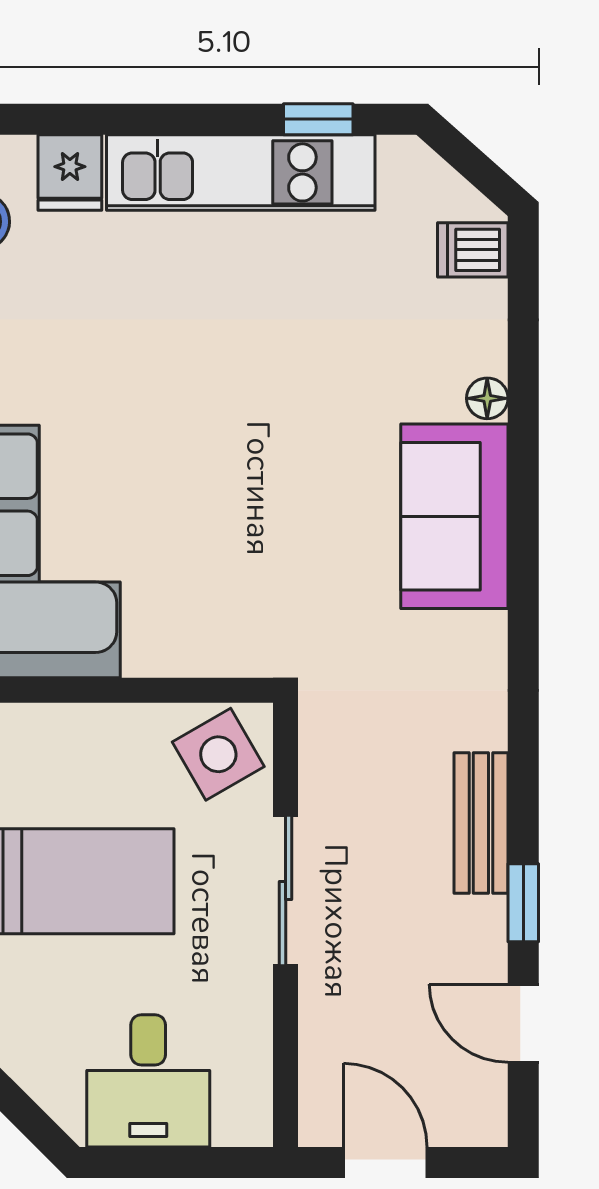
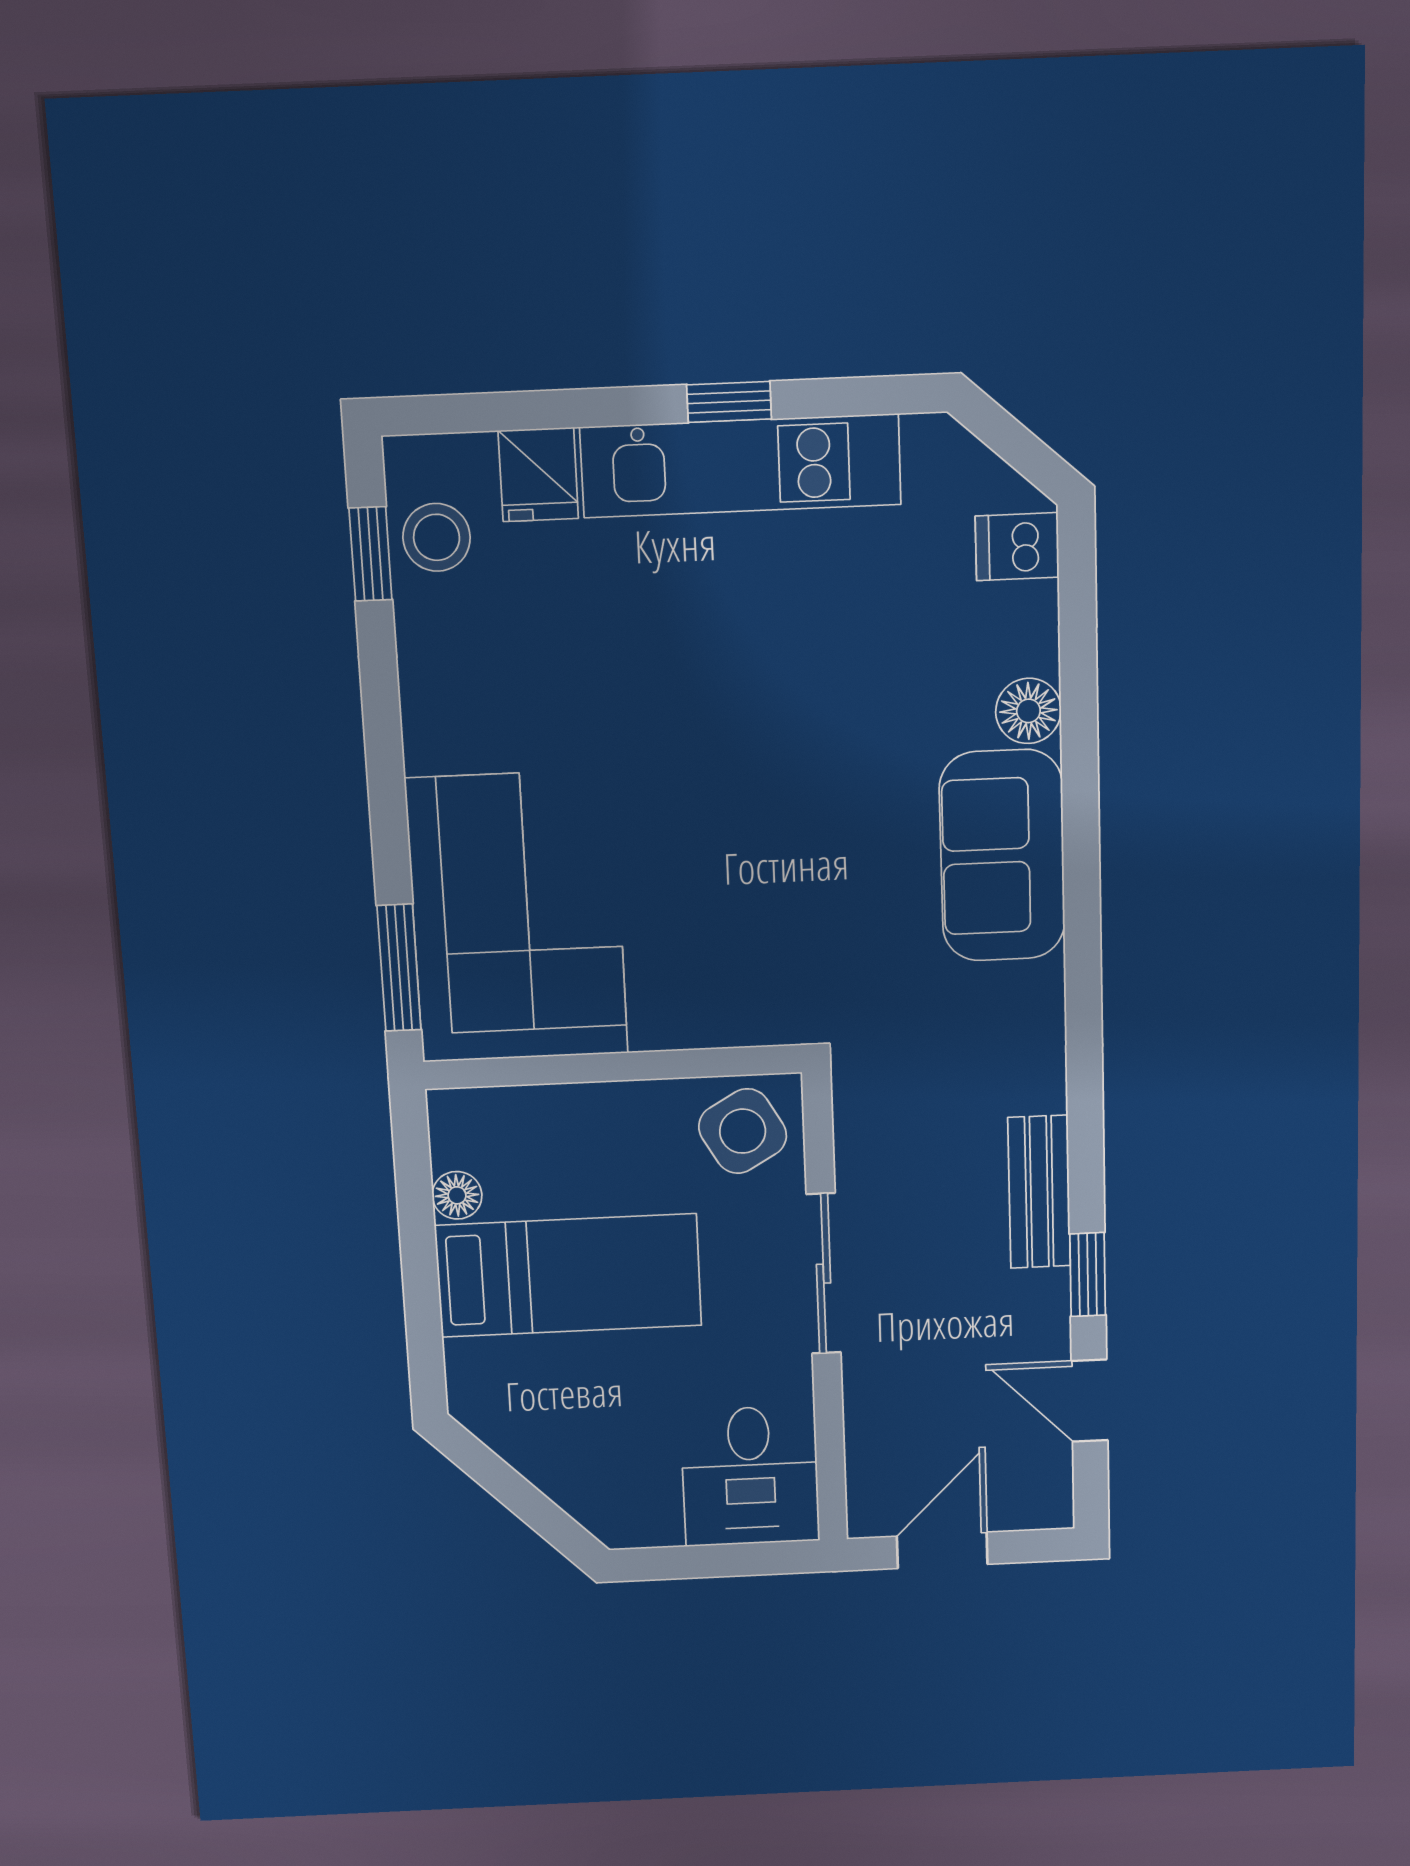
window: (318, 119) -> (729, 402), moved
floor lamp: (487, 398) -> (1028, 711), width x1.37, depth x1.37
desk: (148, 1081) -> (750, 1476), moved
door: (385, 1163) -> (942, 1550), hinge flipped

